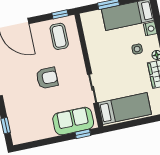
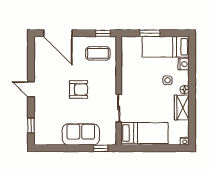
coffee table: (59, 36) -> (98, 53), turned 90
sofa: (73, 121) -> (81, 135), moved

